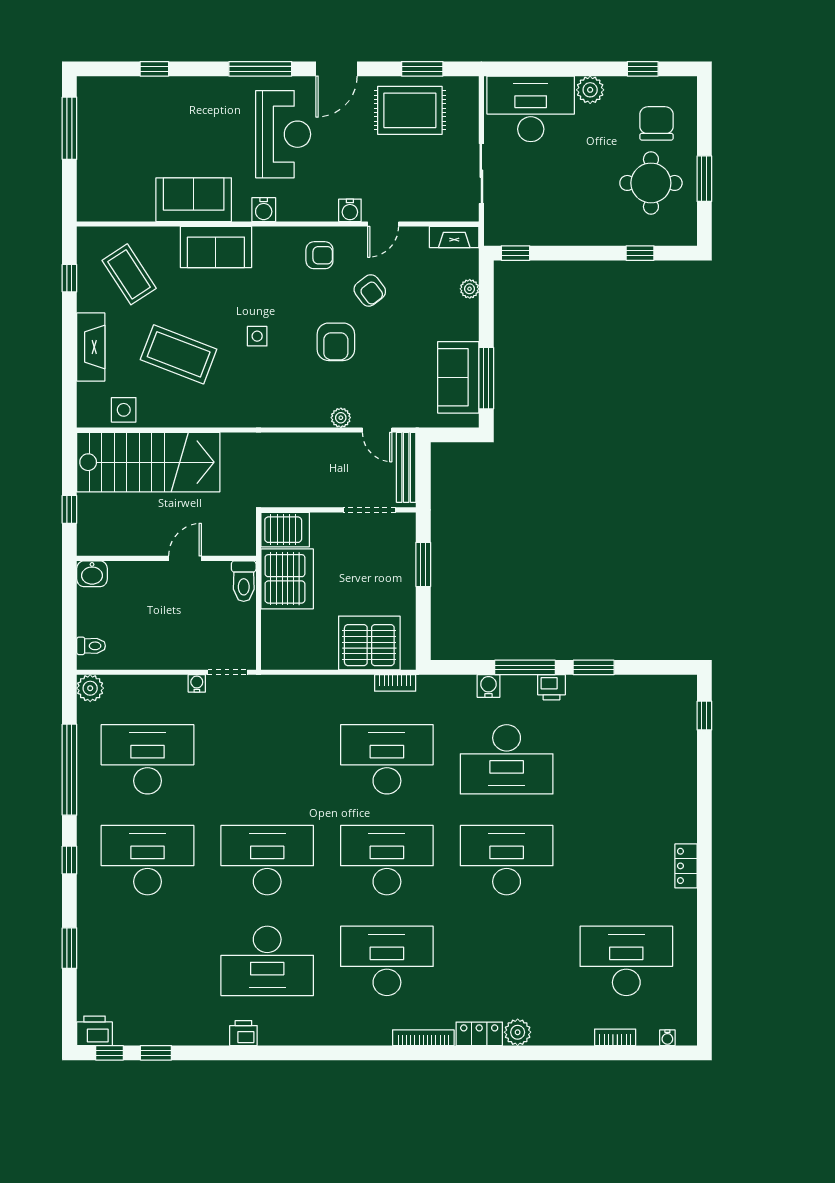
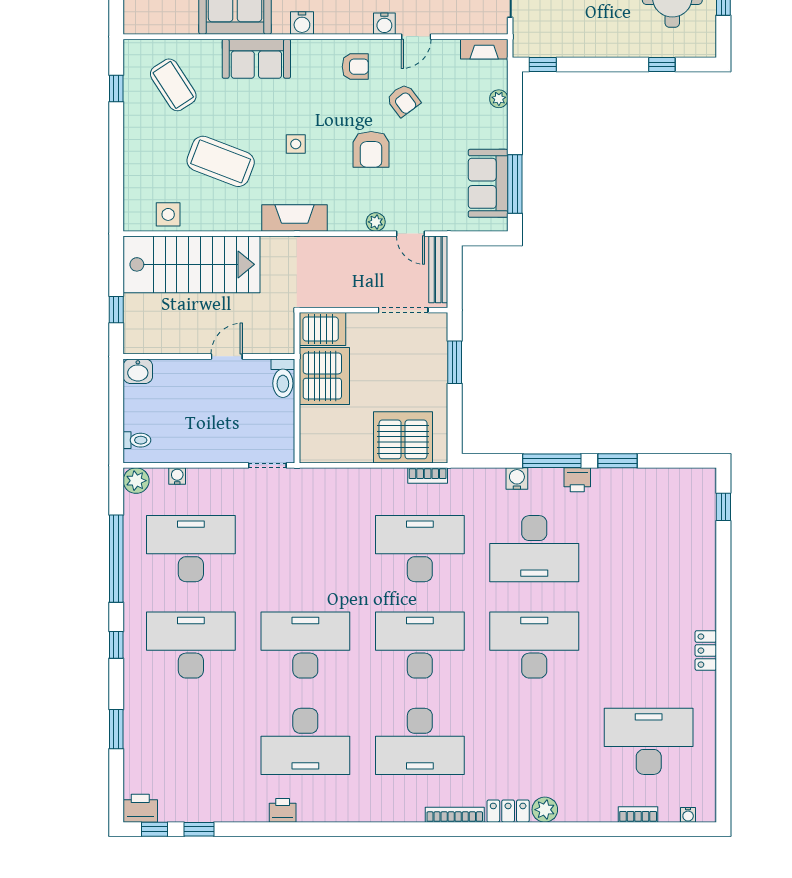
fireplace: (91, 347) -> (295, 218), moved, turned -90
water cooler: (197, 683) -> (177, 476), moved
desk: (387, 961) -> (420, 741), turned 180

